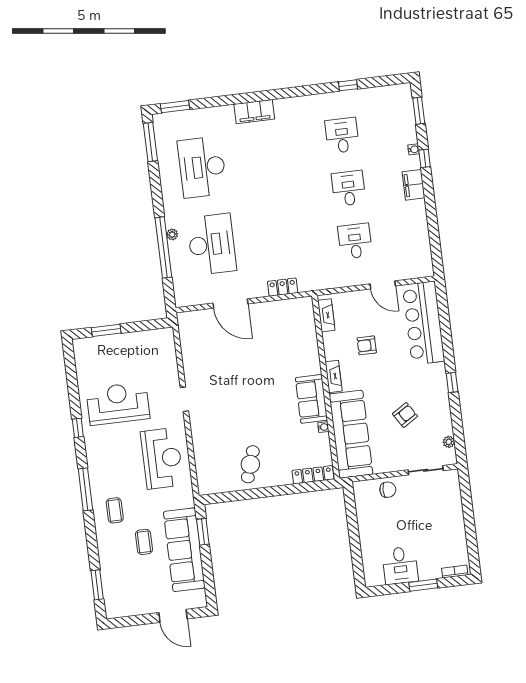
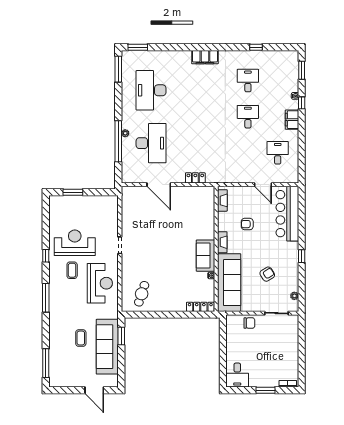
filing cabinet: (254, 112) -> (205, 57), moved
desk: (355, 241) -> (278, 153), moved
cafe table: (250, 464) -> (142, 294), moved
coffee table: (115, 510) -> (72, 270), moved
desk: (400, 565) -> (237, 375), moved
window: (97, 585) -> (46, 363), width x1.44

